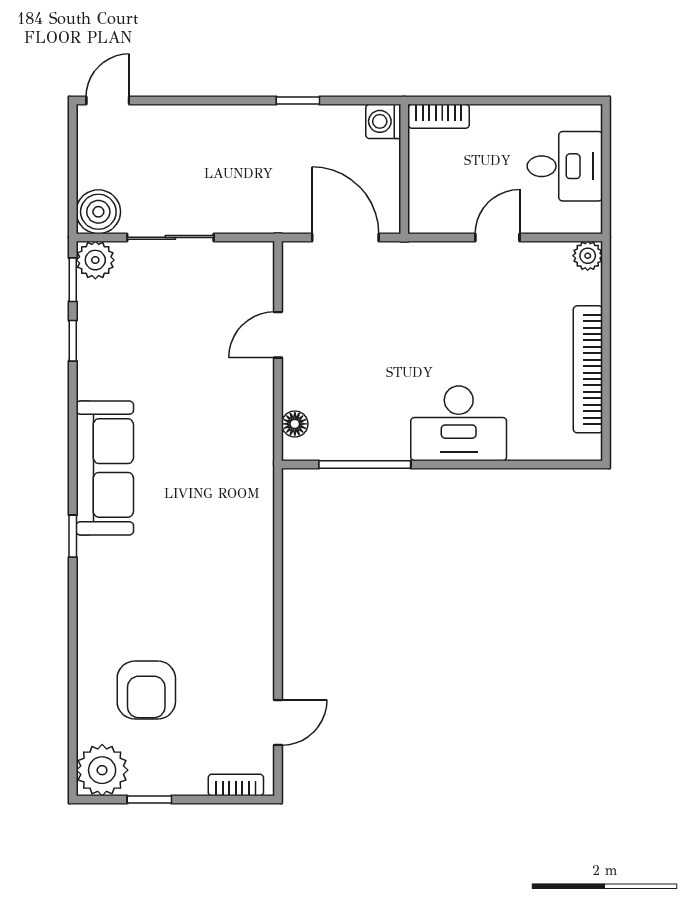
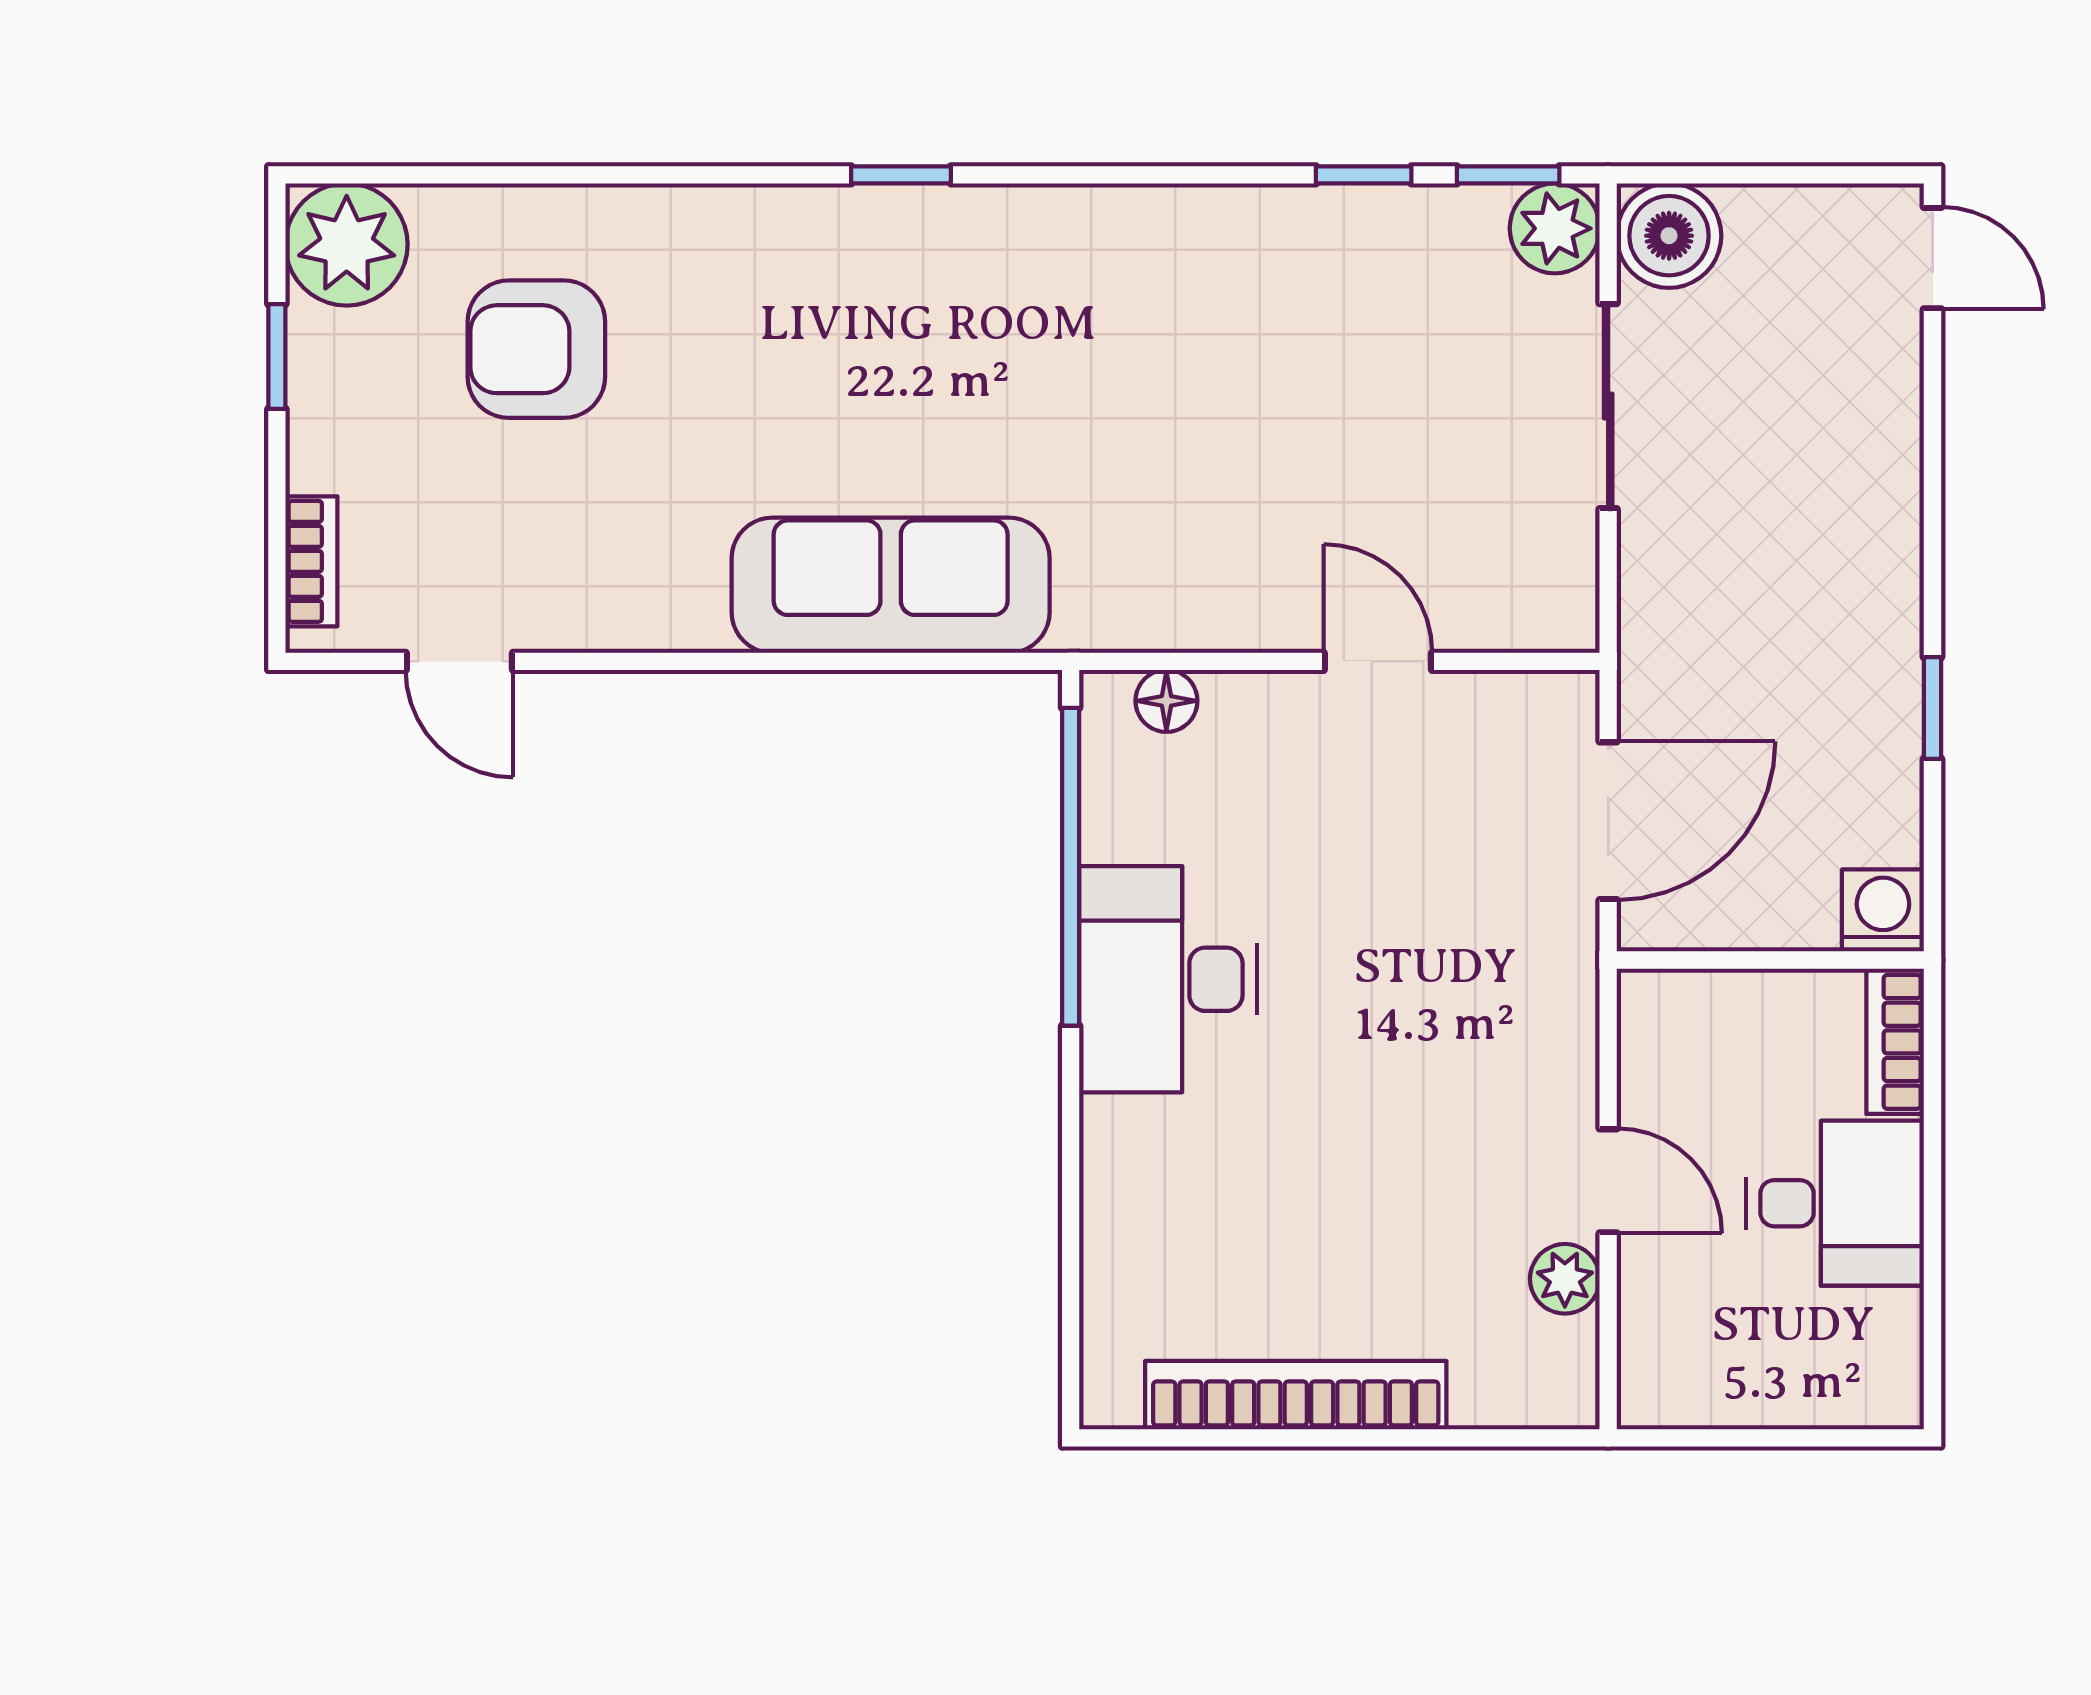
desk: (565, 166) -> (1835, 1203), moved, turned -90
plant: (588, 256) -> (1565, 1279), moved
desk: (459, 423) -> (1168, 979), moved
window: (365, 464) -> (1071, 867), width x1.46
sofa: (105, 468) -> (891, 585), moved, turned 180

